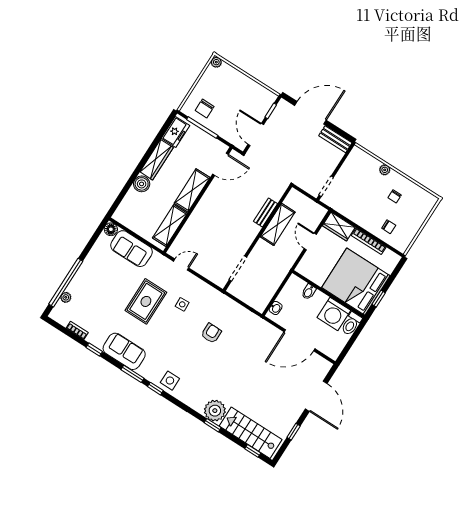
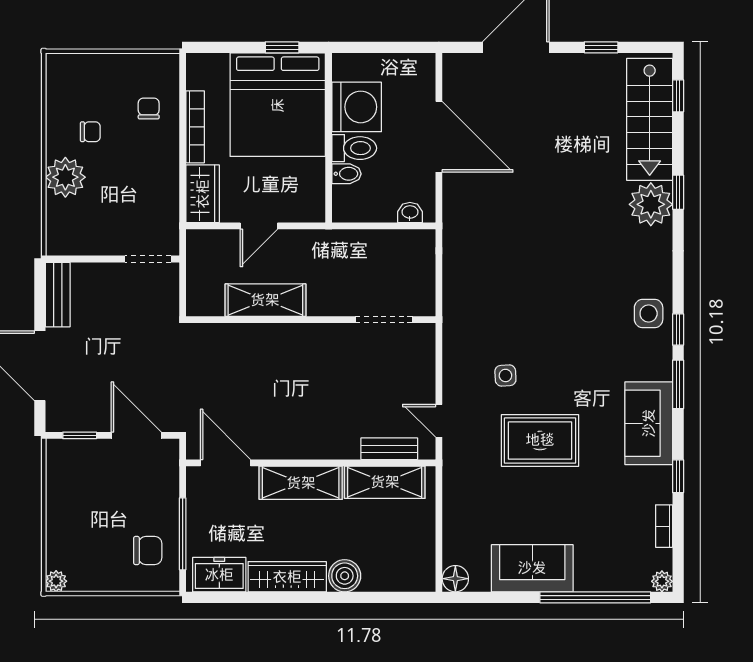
door: (256, 134) -> (136, 435), swing flipped
plant: (385, 170) -> (65, 177), width x1.87, depth x1.87
bench: (265, 213) -> (389, 449), moved
sofa: (131, 249) -> (532, 568), moved, turned -90
plant: (66, 297) -> (662, 581), moved
toilet: (351, 324) -> (354, 148), moved
armchair: (211, 333) -> (523, 295), removed

